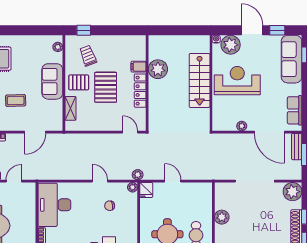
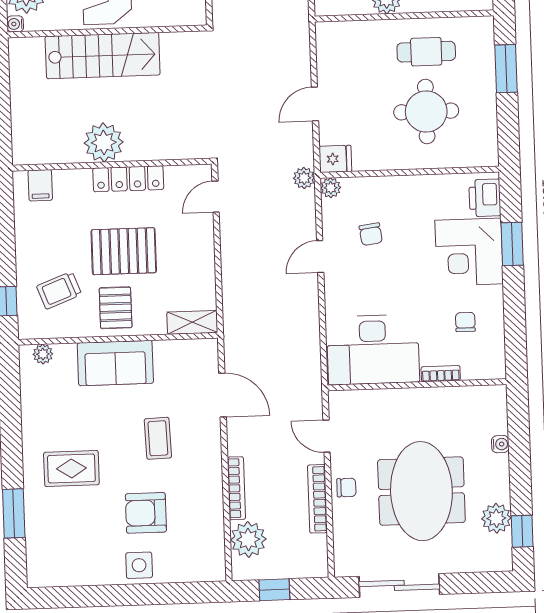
filing cabinet: (139, 67) -> (40, 185), moved
plant: (158, 69) -> (104, 143), moved
shelving: (70, 108) -> (192, 322), moved

